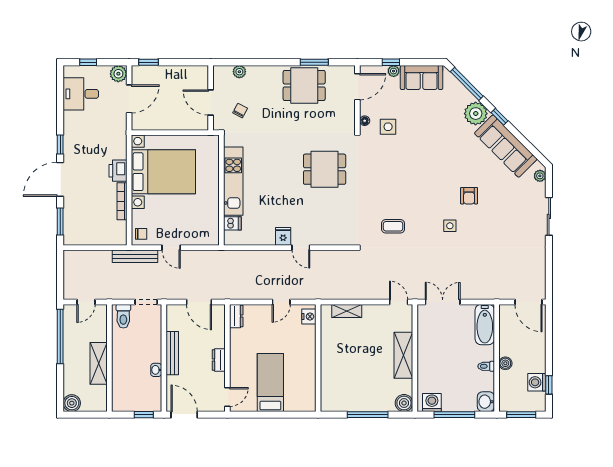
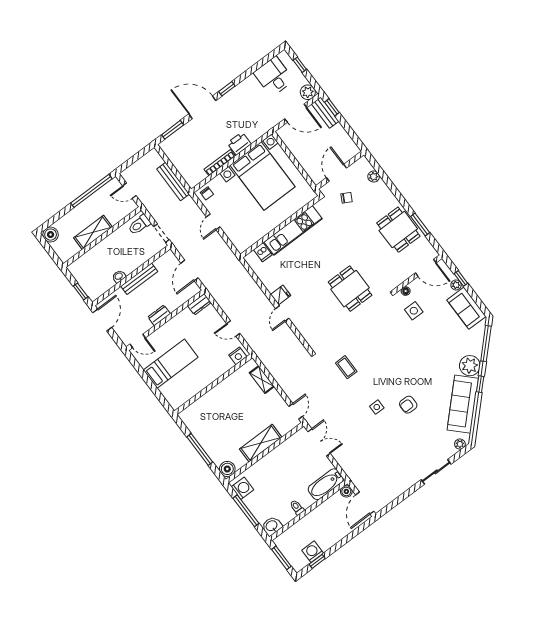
bench: (149, 72) -> (325, 113), added
bench: (135, 256) -> (173, 181), moved
boiler: (505, 363) -> (346, 491), moved

